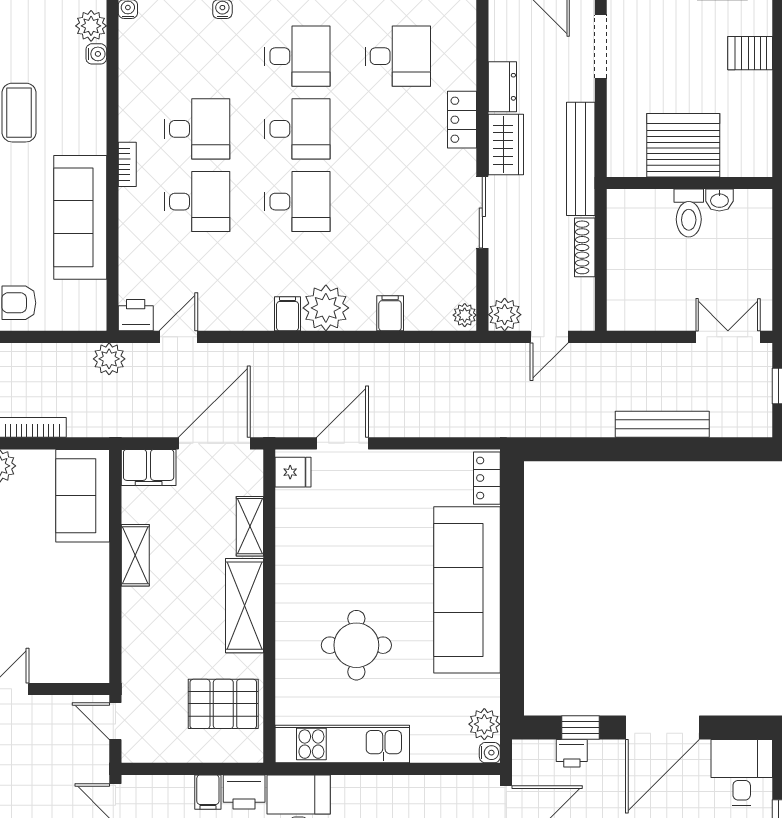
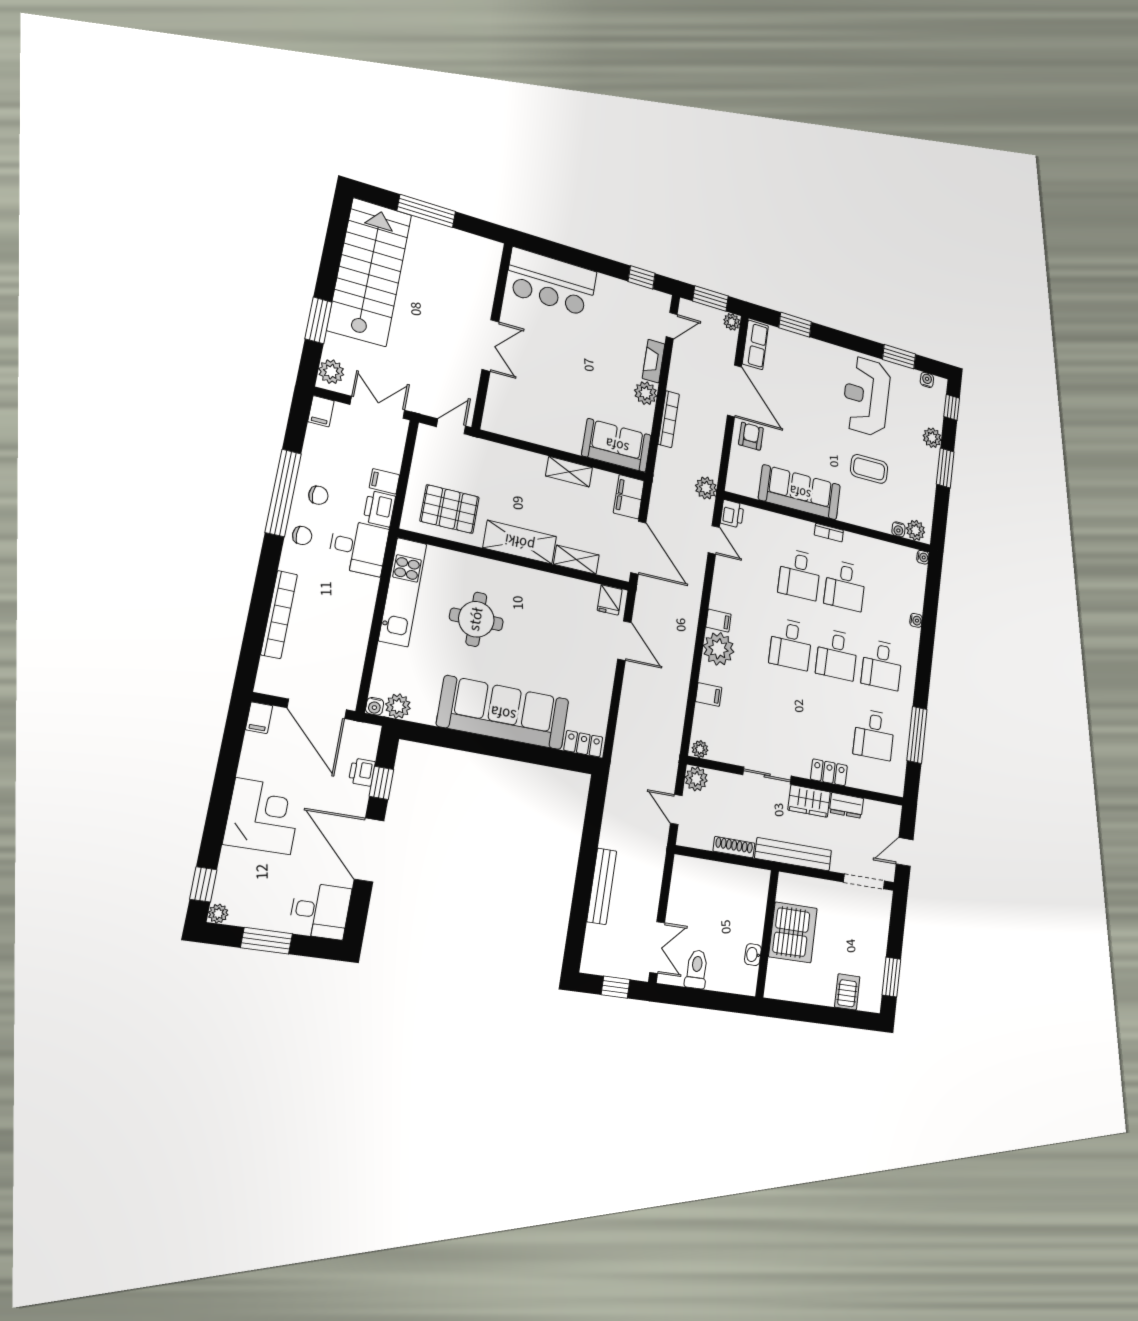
toilet: (689, 213) -> (697, 969), moved, turned 90
pallet: (223, 704) -> (450, 509), turned 90

